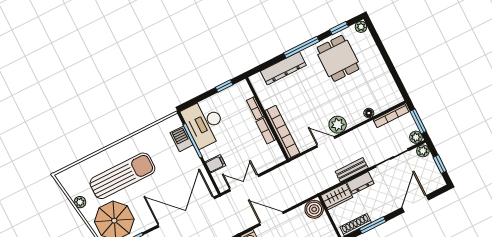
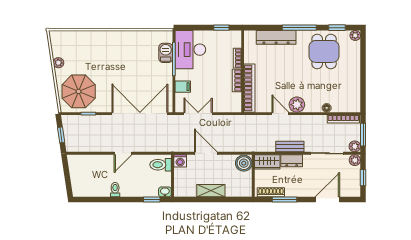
sun lounger: (122, 176) -> (103, 59), removed

